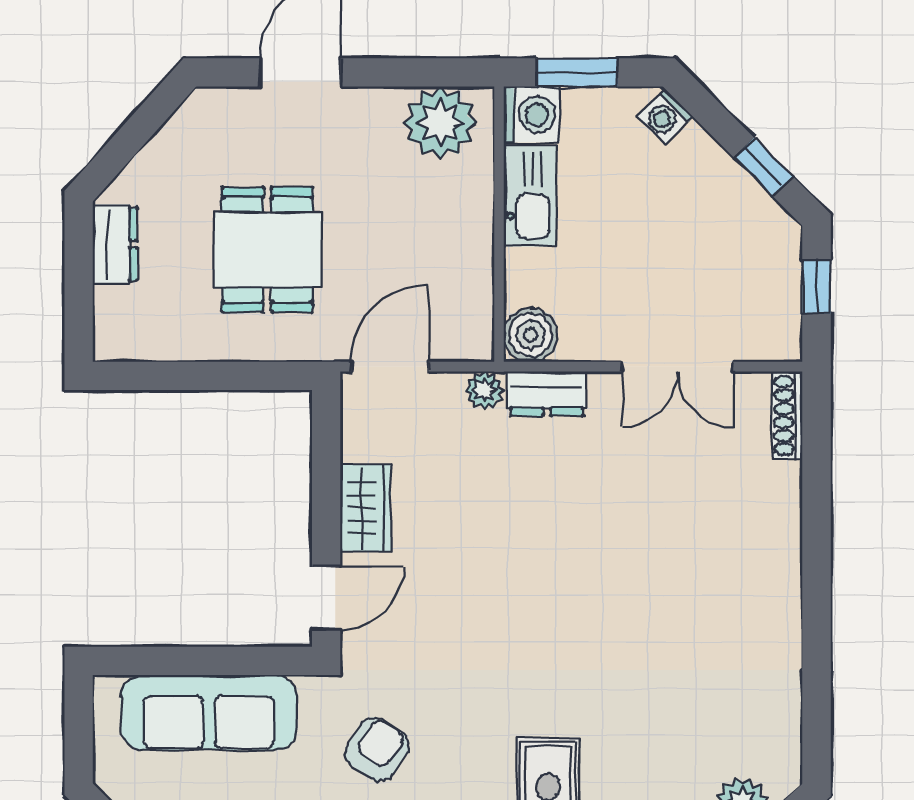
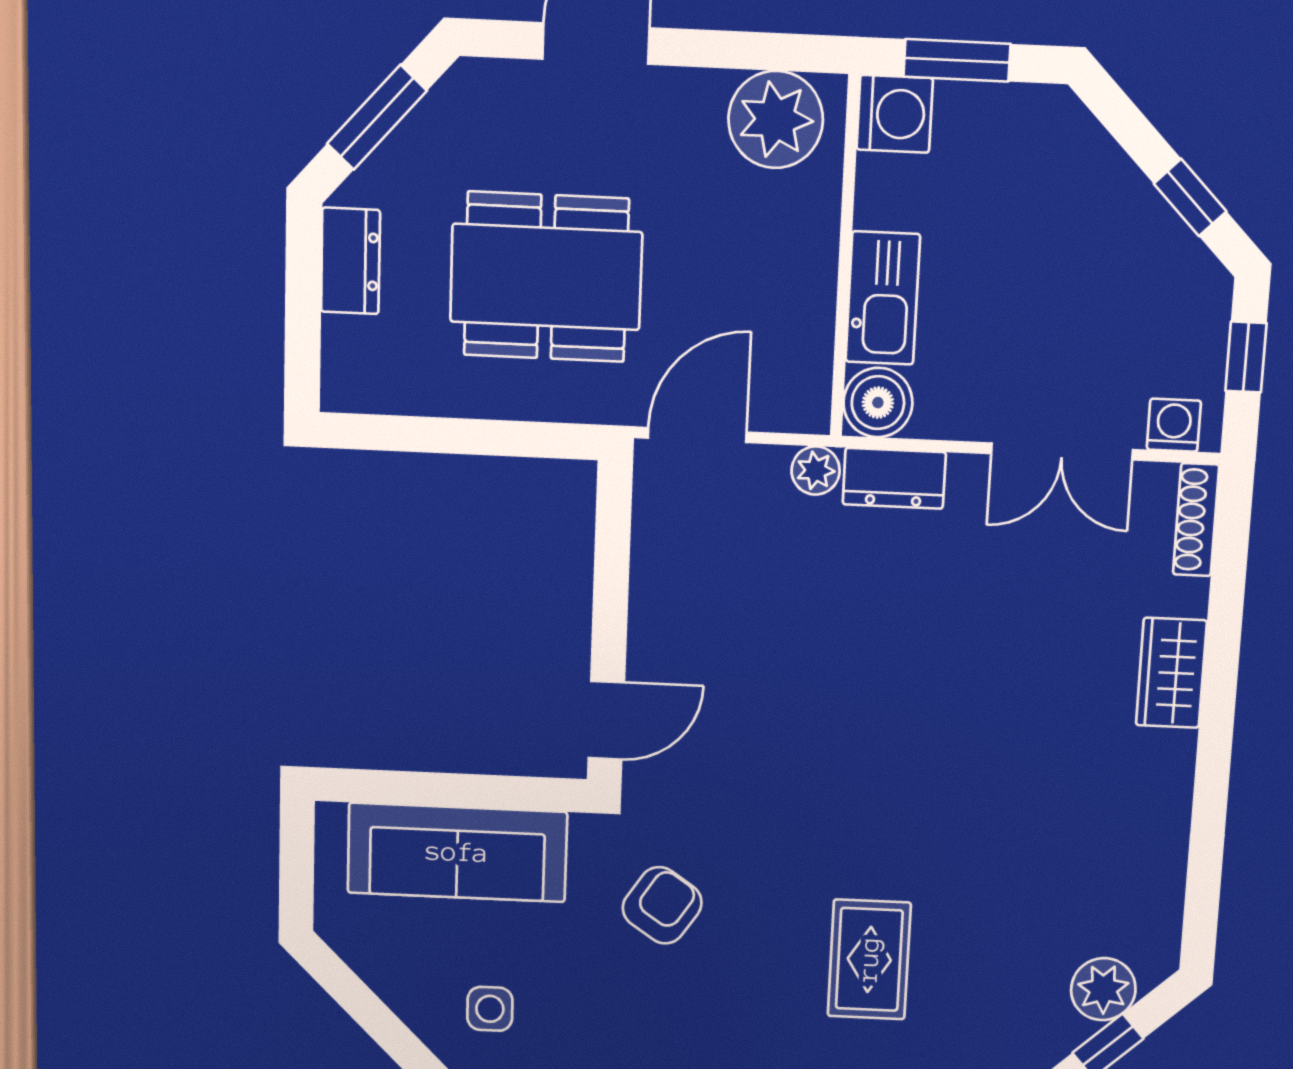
washing machine: (665, 117) -> (1174, 425), moved, turned 135
window: (134, 135) -> (377, 117), added
kitchen sink: (530, 196) -> (883, 298), moved
dining table: (267, 250) -> (546, 277), width x1.37
wardrobe: (365, 508) -> (1171, 673), moved, turned 180

